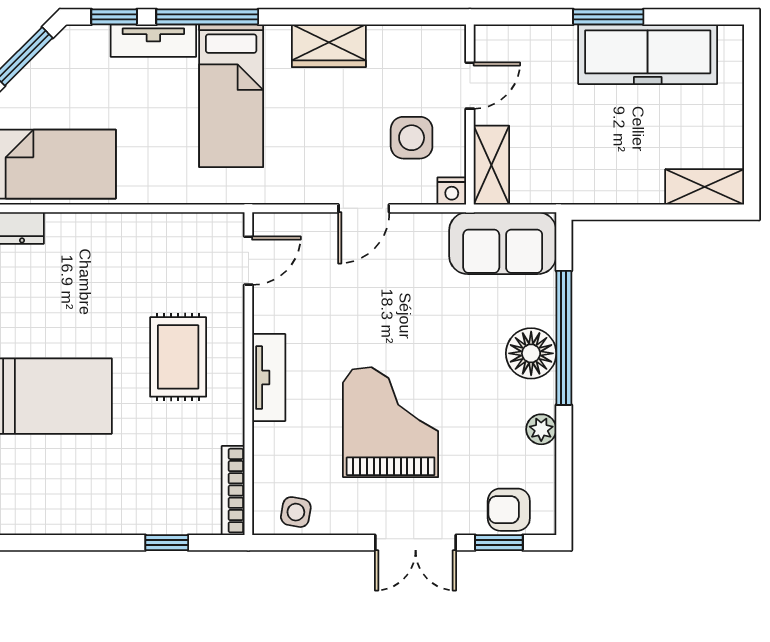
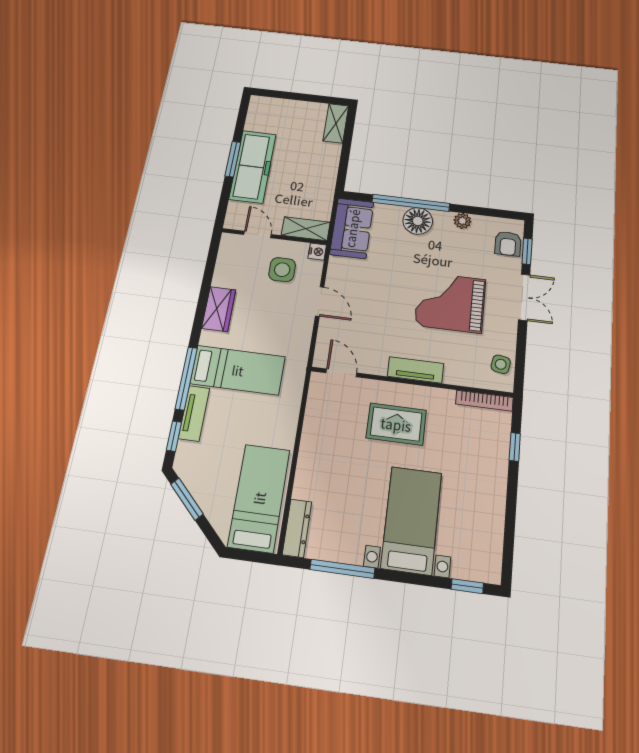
freezer: (648, 54) -> (253, 167), moved

